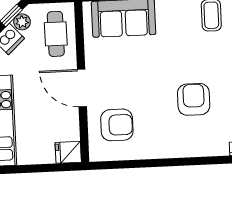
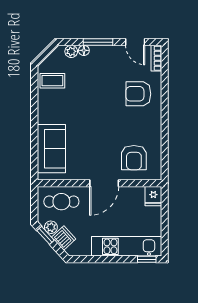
armchair: (194, 99) -> (138, 94), moved
armchair: (117, 125) -> (134, 158), turned 180

